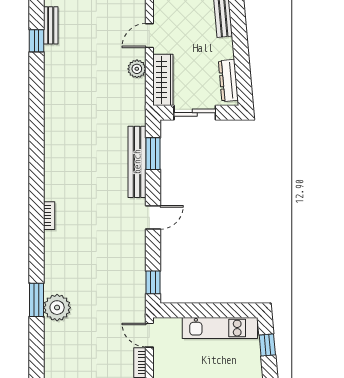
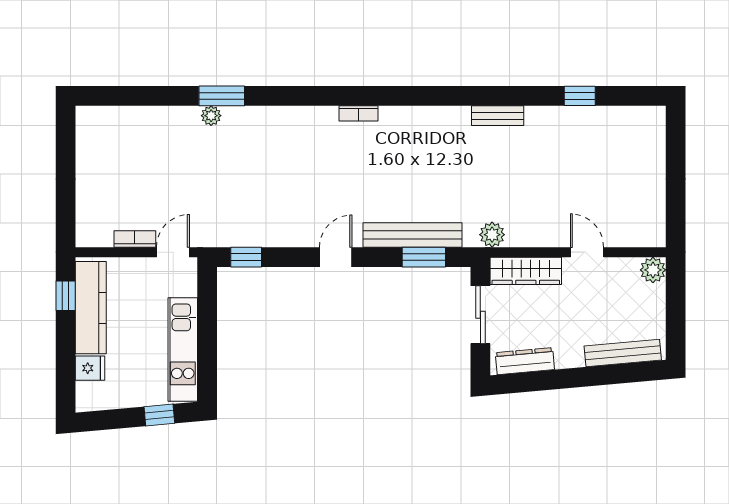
bench: (51, 25) -> (498, 116), moved
plant: (137, 69) -> (492, 235), moved
bookcase: (49, 216) -> (358, 113), moved
door: (153, 217) -> (336, 257), swing flipped
plant: (57, 308) -> (211, 116), width x0.53, depth x0.53

